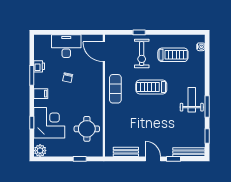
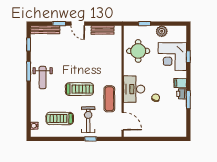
desk: (66, 46) -> (134, 89), moved, turned 90
printer: (39, 66) -> (182, 94), moved
exercise mat: (115, 89) -> (109, 99), moved
plant: (40, 151) -> (162, 31), moved

